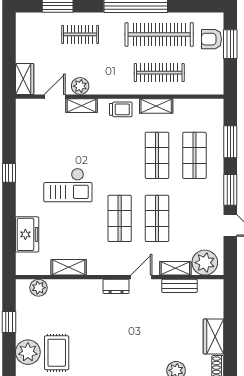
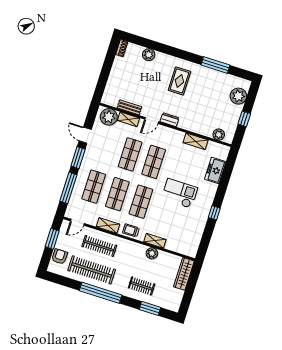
armchair: (212, 39) -> (60, 256), turned -90
window: (230, 44) -> (52, 239), moved
wardrobe: (25, 79) -> (184, 274), width x1.50
door: (55, 97) -> (77, 222), moved
window: (230, 142) -> (68, 188), width x1.44
shop shelf: (120, 155) -> (141, 202), added
wardrobe: (214, 337) -> (118, 69), removed
rug: (57, 353) -> (179, 81), moved

